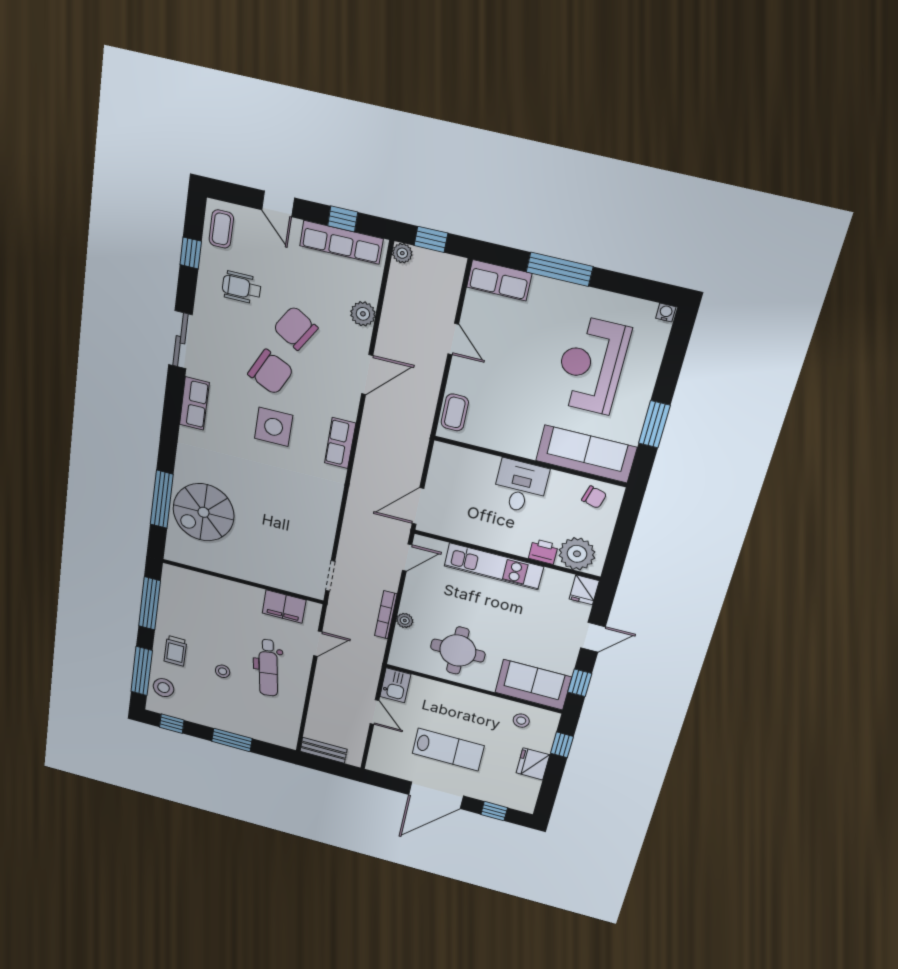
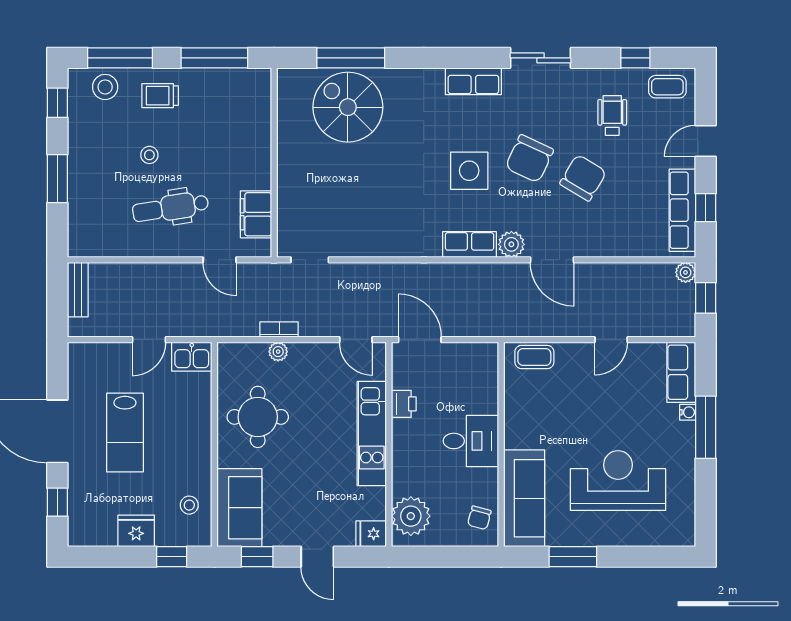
water cooler: (666, 313) -> (688, 412), moved
plant: (363, 314) -> (511, 244), moved
printer: (543, 551) -> (404, 404), moved
bookcase: (386, 615) -> (279, 329), width x0.64

